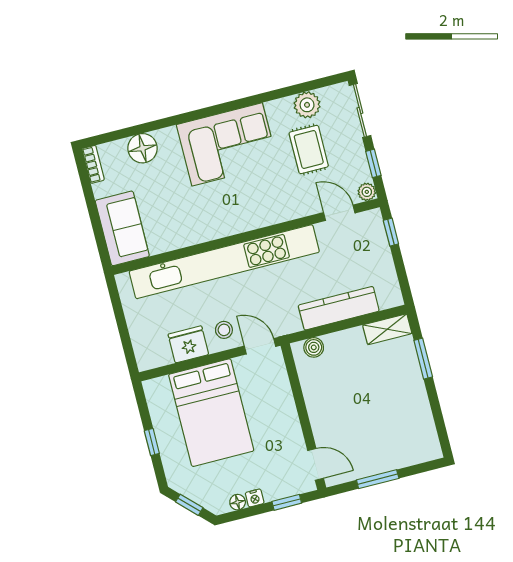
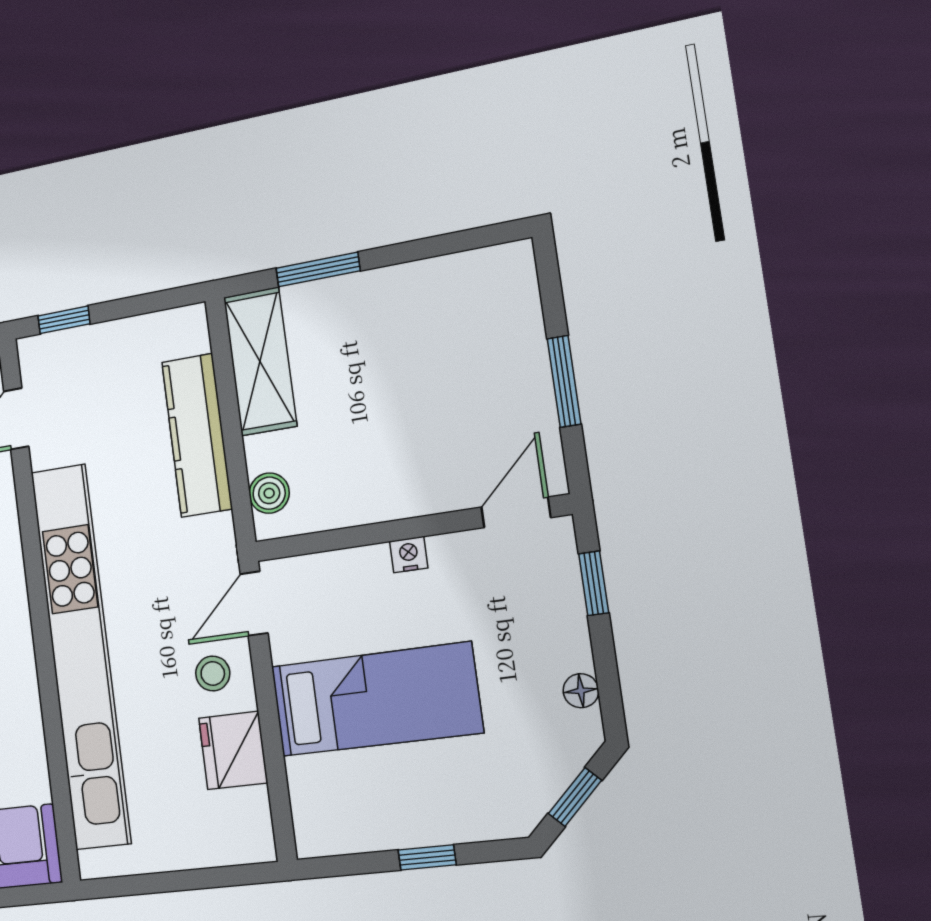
shelving: (387, 329) -> (260, 361), width x1.50, depth x1.33
bed: (211, 413) -> (376, 699), width x0.67
nightstand: (255, 498) -> (409, 555), moved, turned -90

